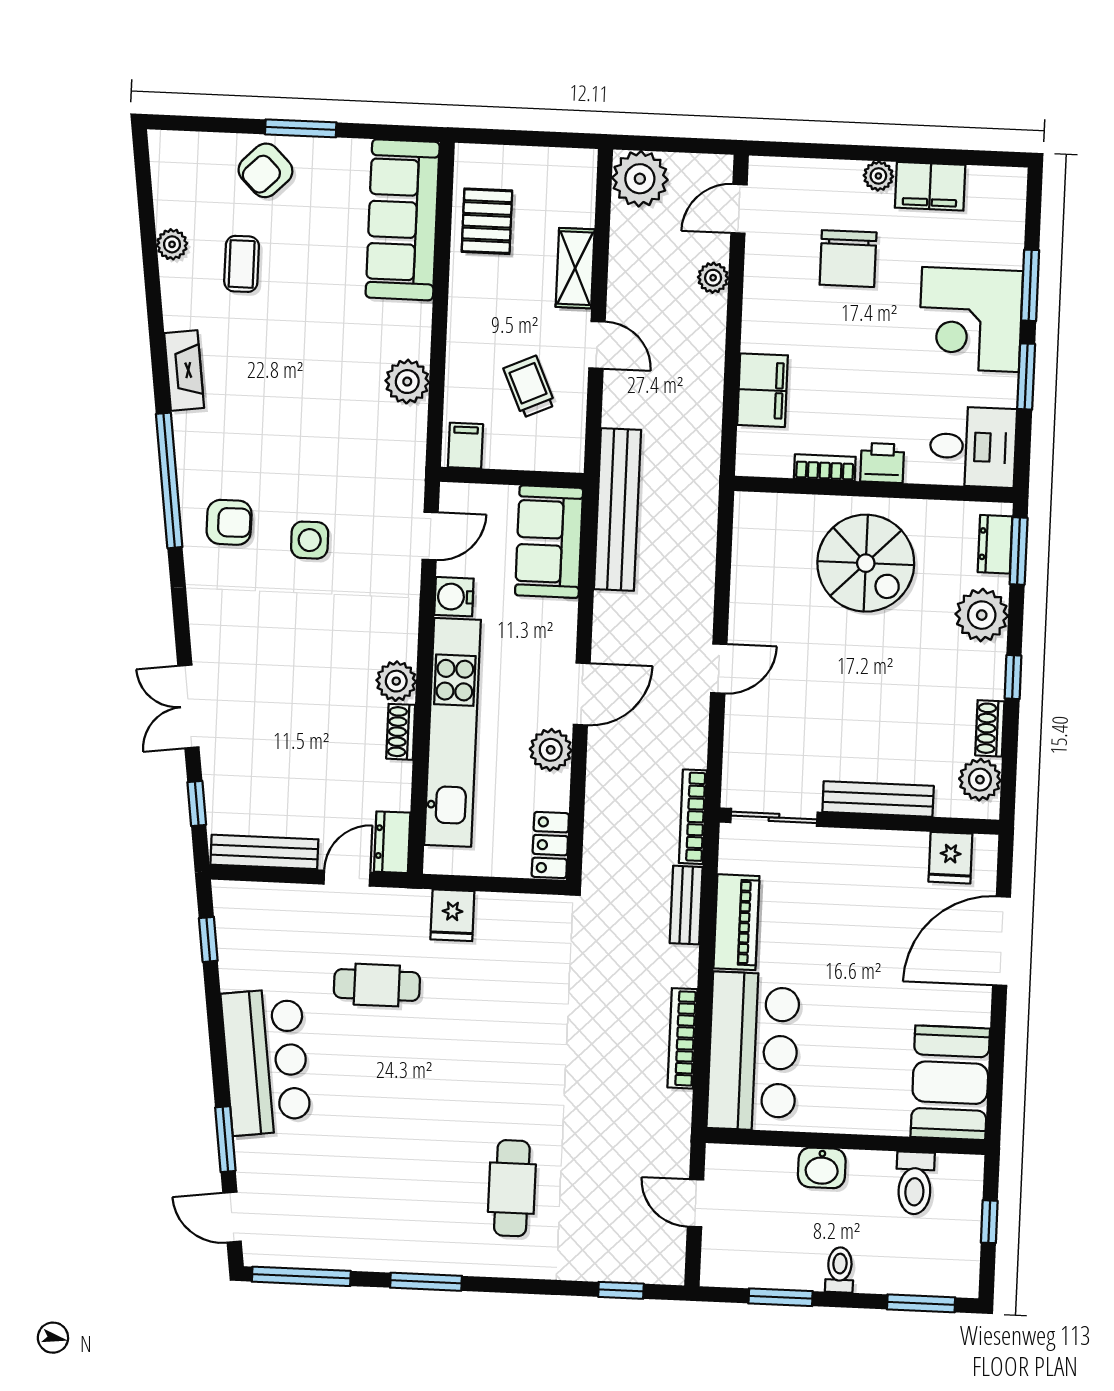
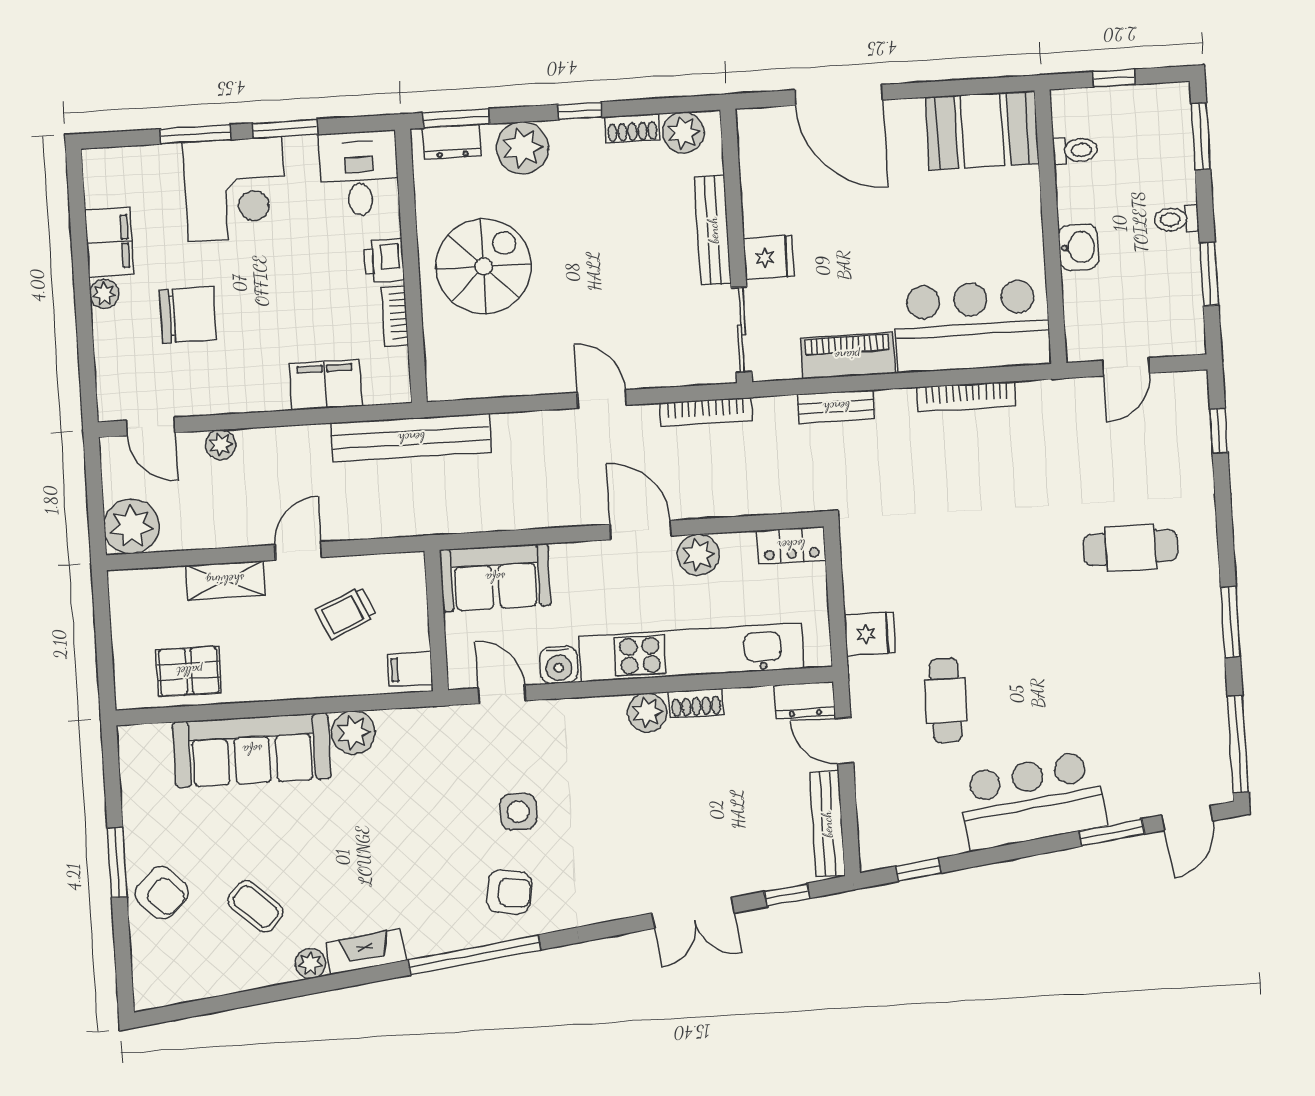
sofa: (403, 220) -> (252, 750), moved
plant: (172, 244) -> (310, 964), moved
coffee table: (242, 264) -> (256, 906), turned 42
bench: (617, 509) -> (411, 438), moved
armchair: (229, 522) -> (509, 892), turned 99
bookcase: (693, 817) -> (706, 412), moved
fridge: (950, 858) -> (769, 257), moved
toilet: (915, 1183) -> (1075, 150), width x0.73, depth x0.72

